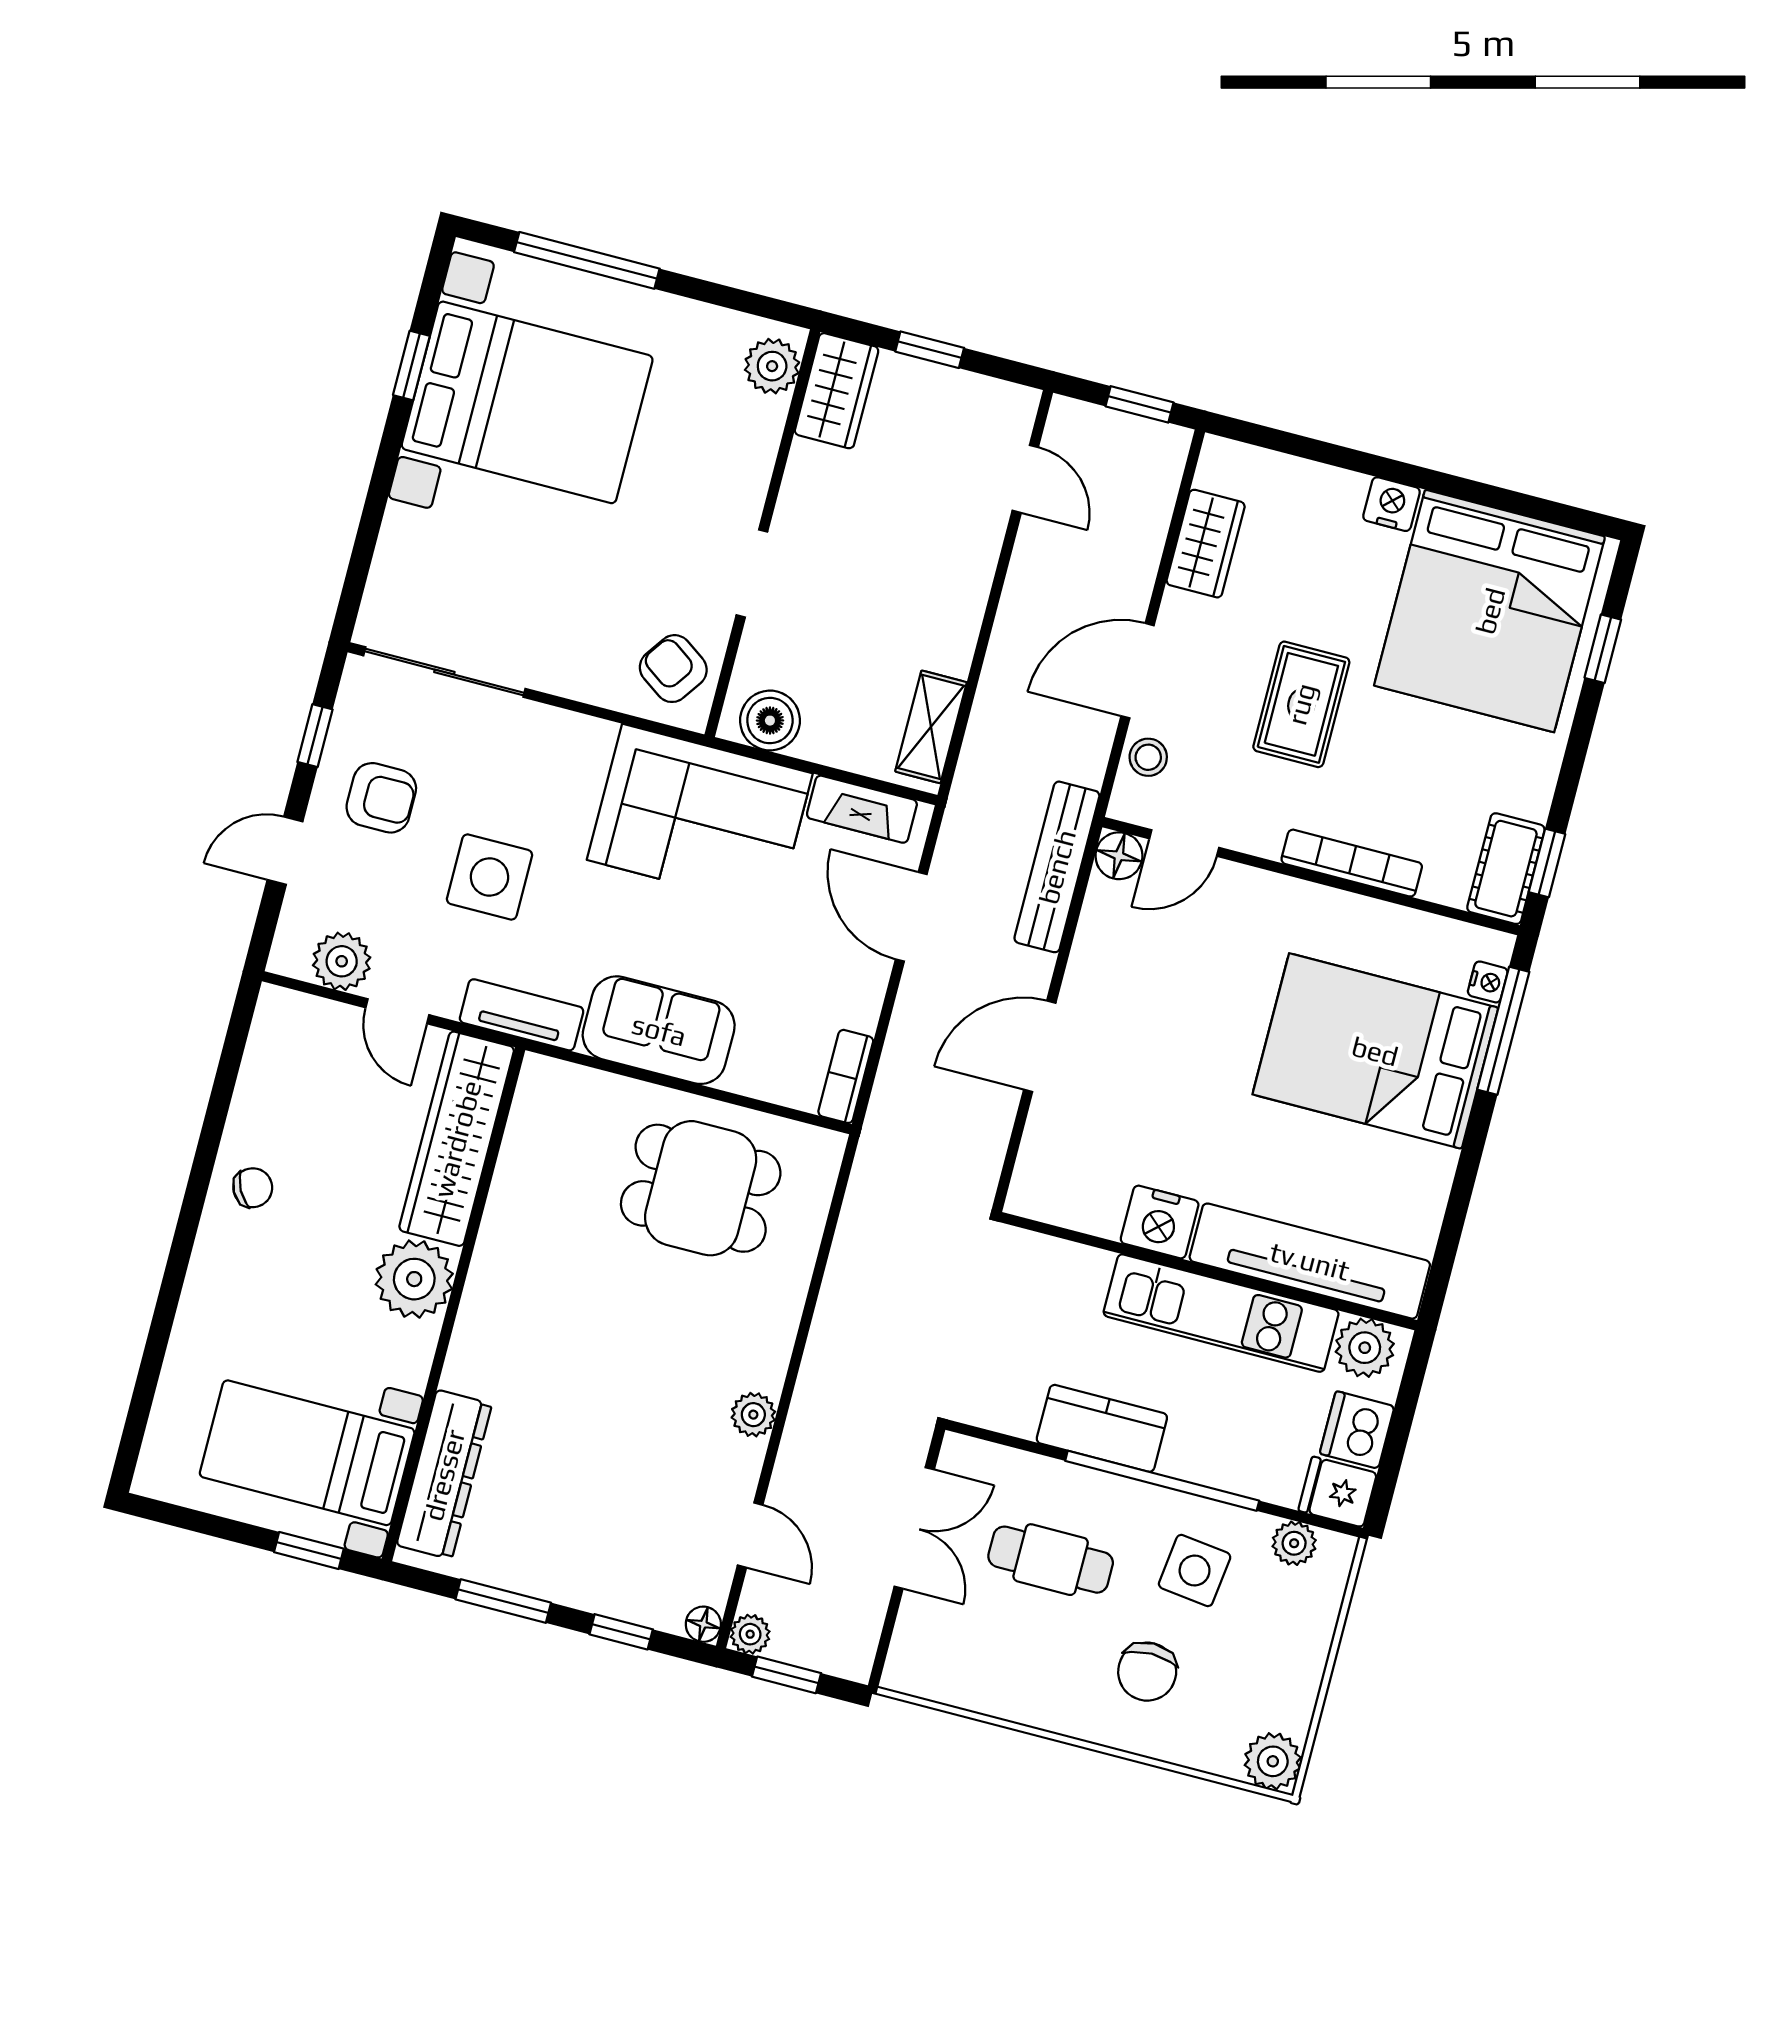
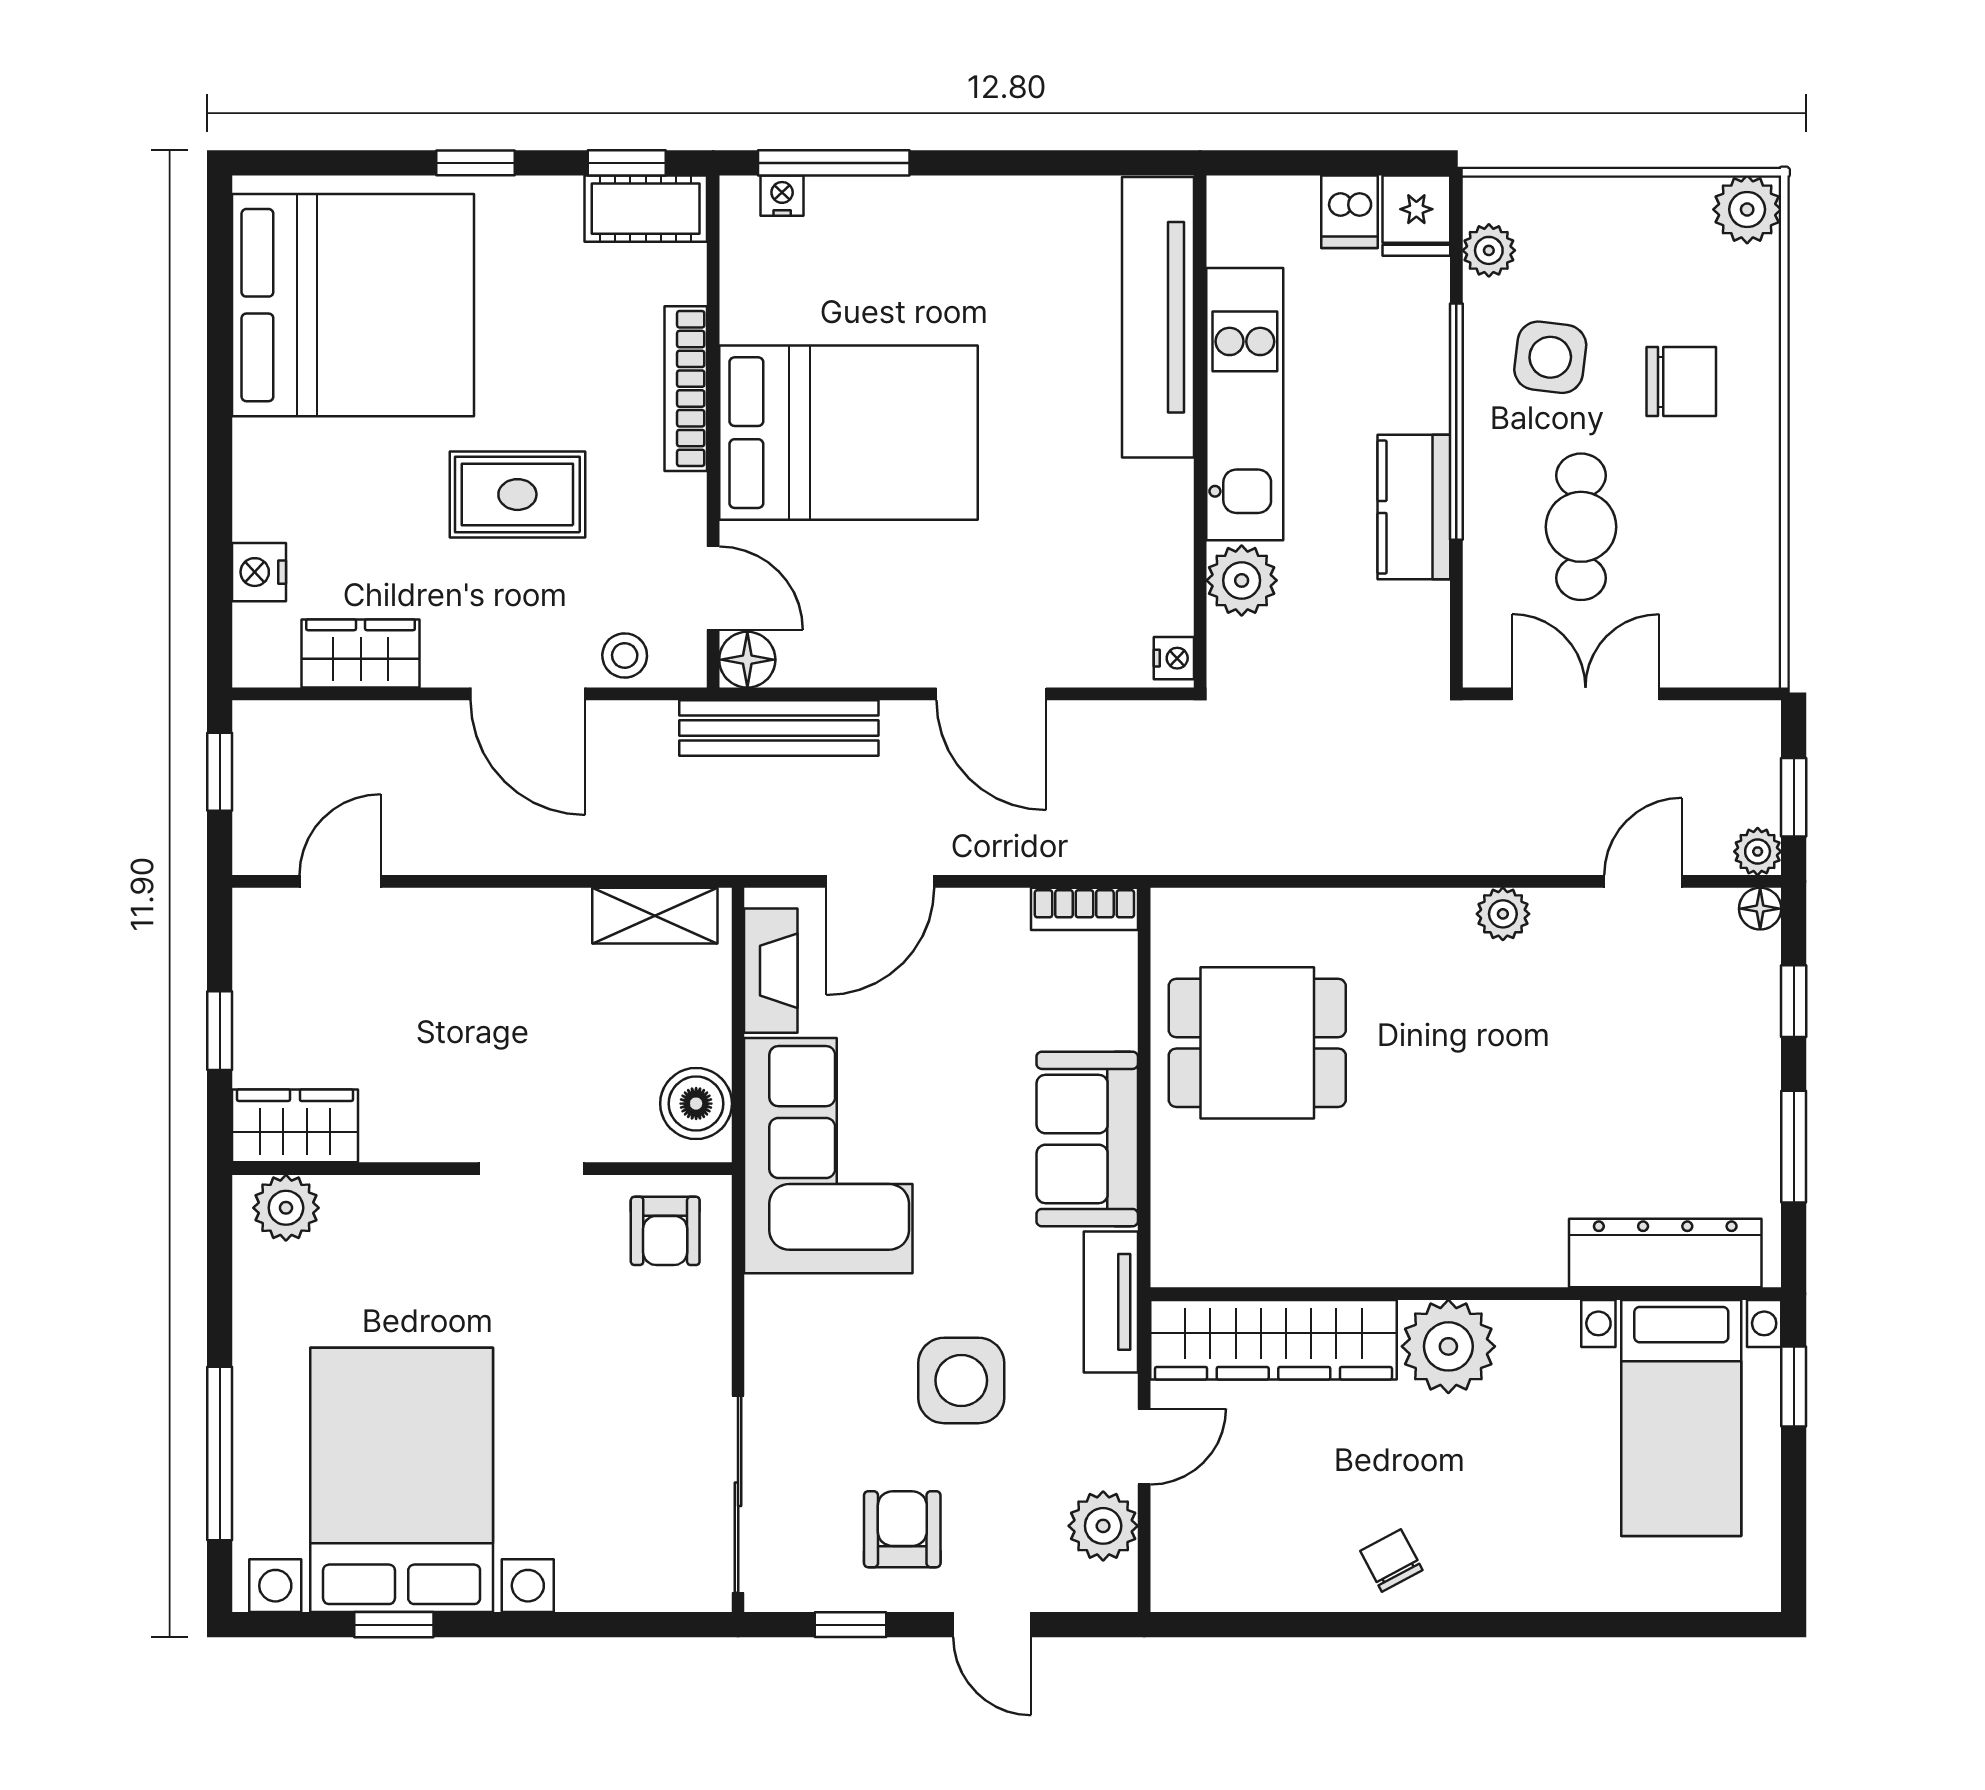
nightstand: (1392, 504) -> (259, 572), moved
window: (1603, 649) -> (476, 163), moved
armchair: (673, 669) -> (665, 1231), turned -35
bed: (1375, 1051) -> (848, 433), moved, turned -90
dining table: (701, 1188) -> (1257, 1043), turned 90
nightstand: (1160, 1222) -> (1174, 658), moved, width x0.53, depth x0.56
plant: (1365, 1348) -> (1242, 580), moved
dishwasher: (1357, 1430) -> (1350, 212), width x0.73

